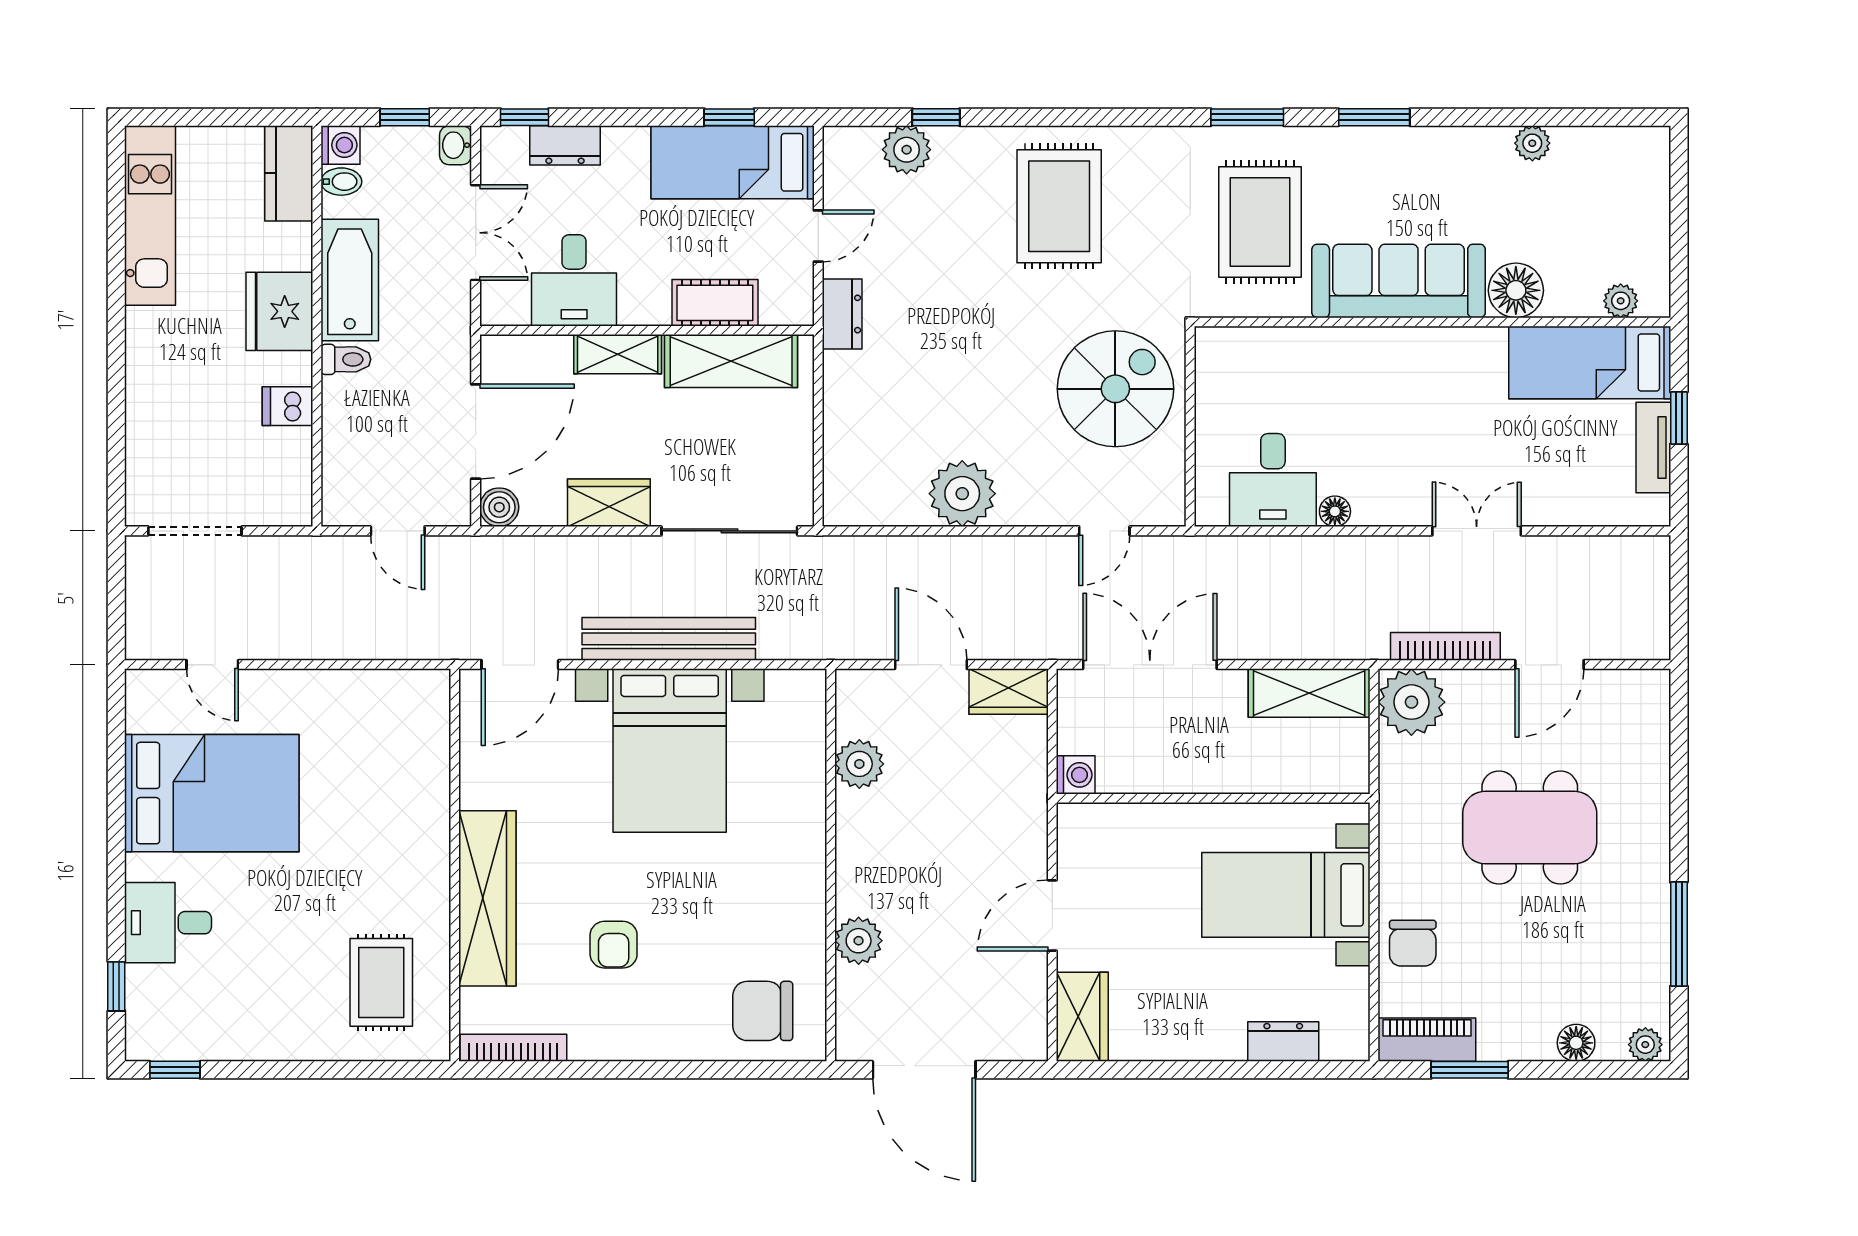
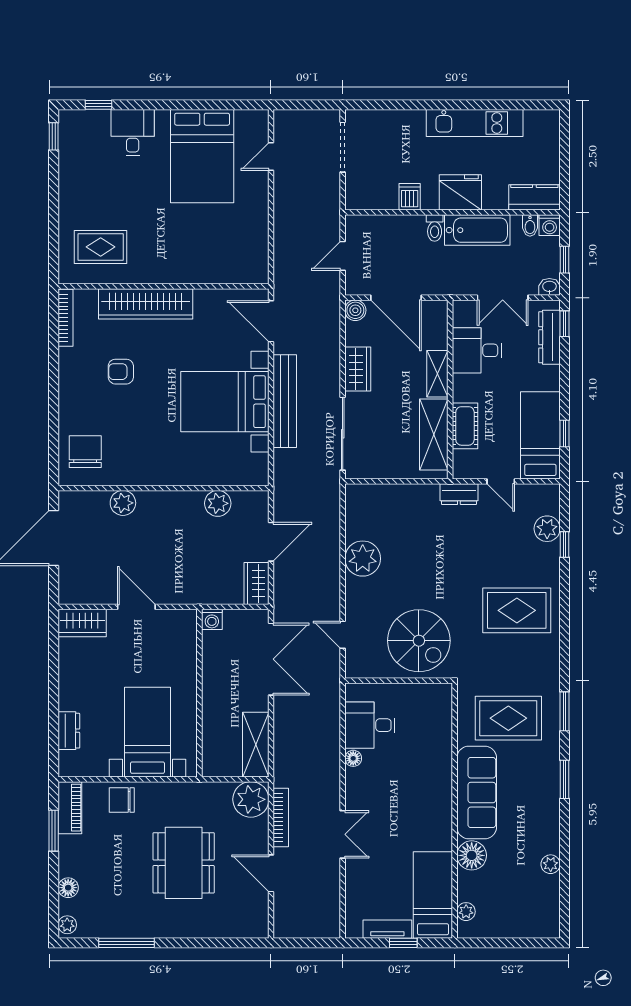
dresser: (565, 145) -> (549, 337), width x1.44
kitchen unit: (150, 215) -> (475, 123), moved

